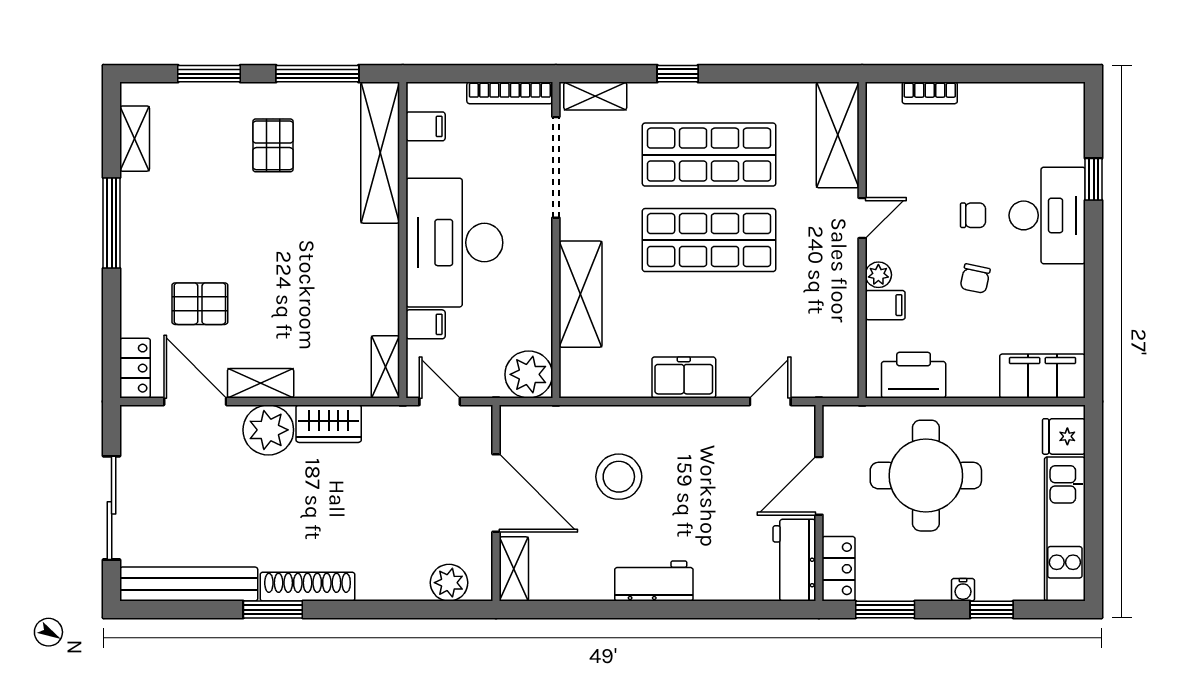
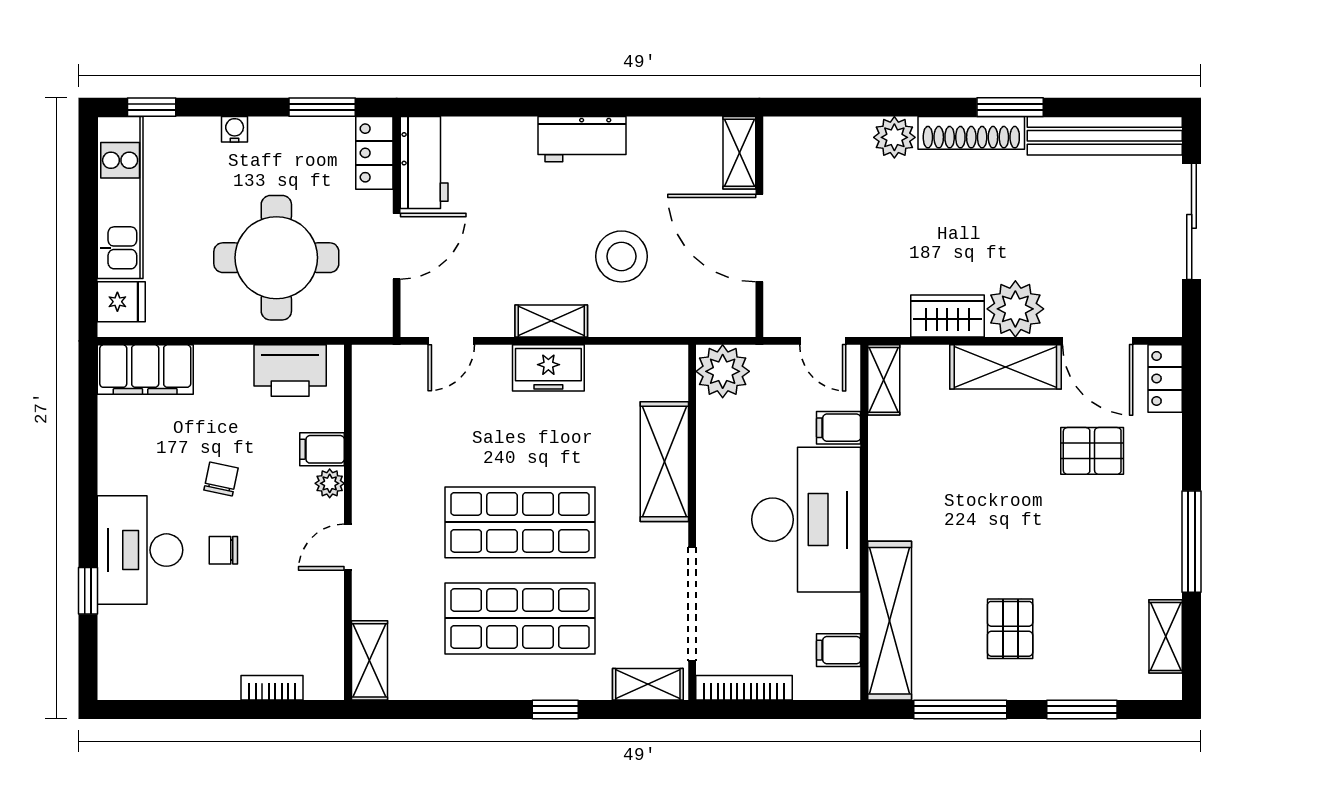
shelving: (838, 135) -> (370, 660), width x0.67, depth x0.75
shelving: (261, 383) -> (1005, 367), width x1.50, depth x1.33
shelving: (681, 419) -> (551, 321), added
plant: (449, 583) -> (894, 137), moved
window: (992, 610) -> (152, 107), moved

